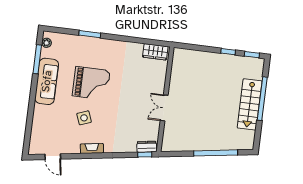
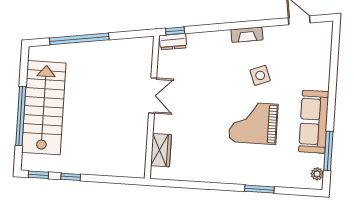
wardrobe: (155, 52) -> (161, 150), moved, turned 90
stairs: (250, 104) -> (44, 108), width x1.36, depth x1.51

